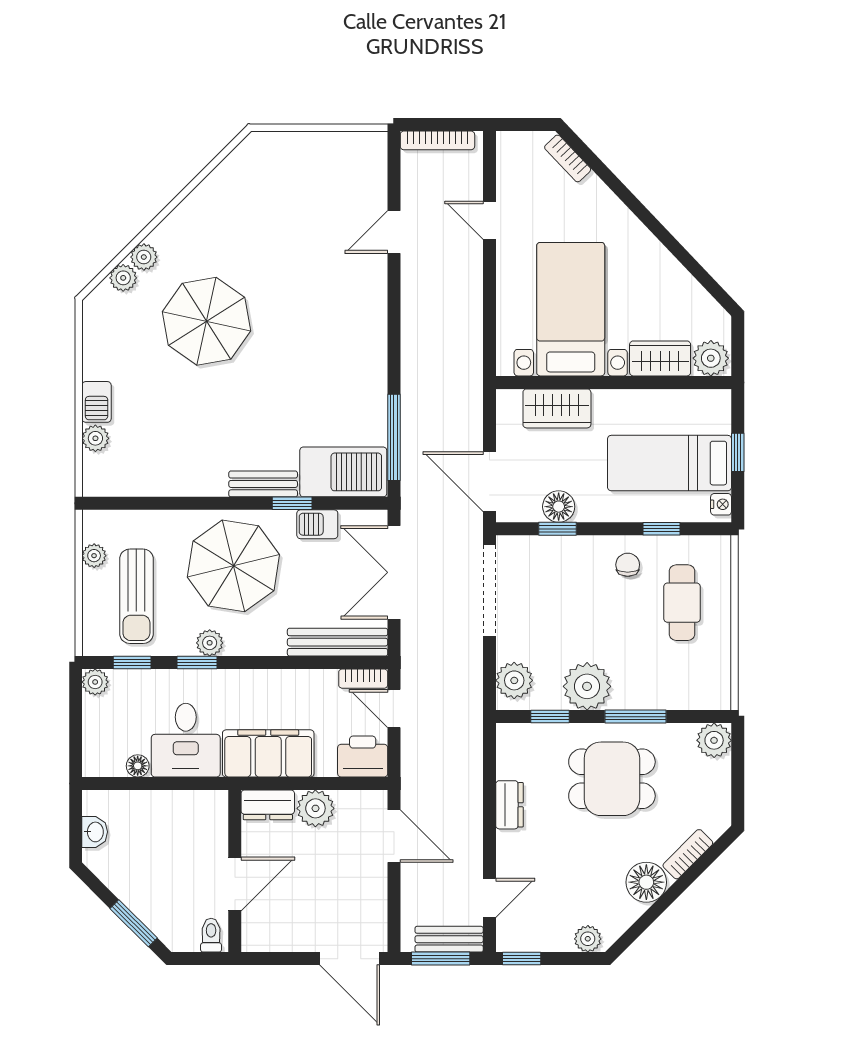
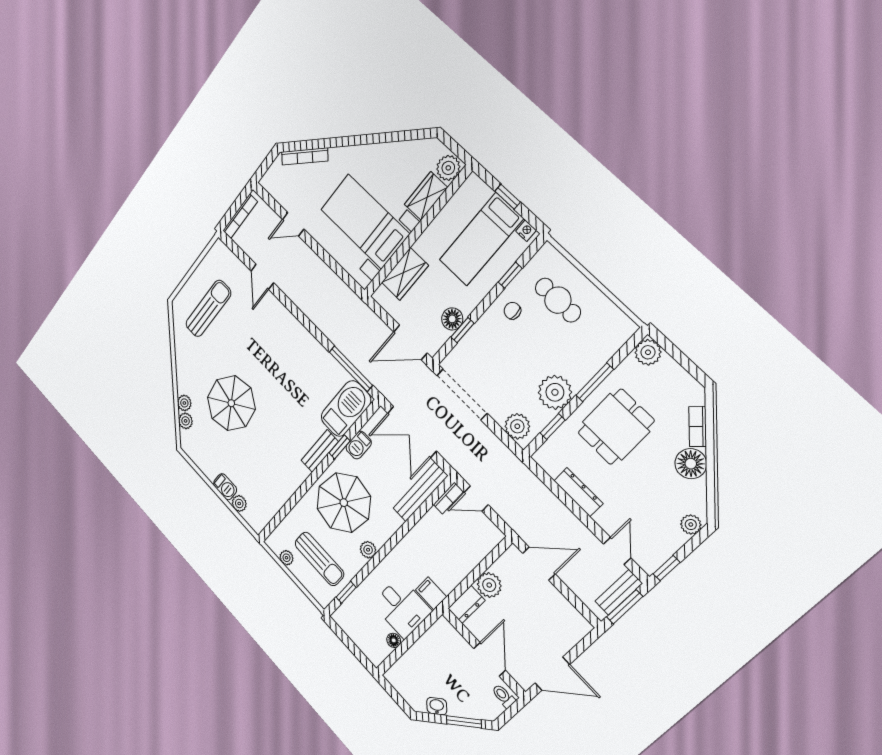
bookcase: (568, 158) -> (305, 156), width x1.56
sun lounger: (290, 191) -> (208, 309), added
window: (197, 663) -> (372, 565), removed
plant: (95, 682) -> (340, 617), removed
filing cabinet: (268, 753) -> (431, 593), width x0.33, depth x0.86
printer: (363, 756) -> (485, 537), removed
dresser: (509, 805) -> (578, 492), width x1.44
washbasin: (95, 832) -> (437, 706), moved, turned -45
door: (350, 959) -> (552, 674), moved

